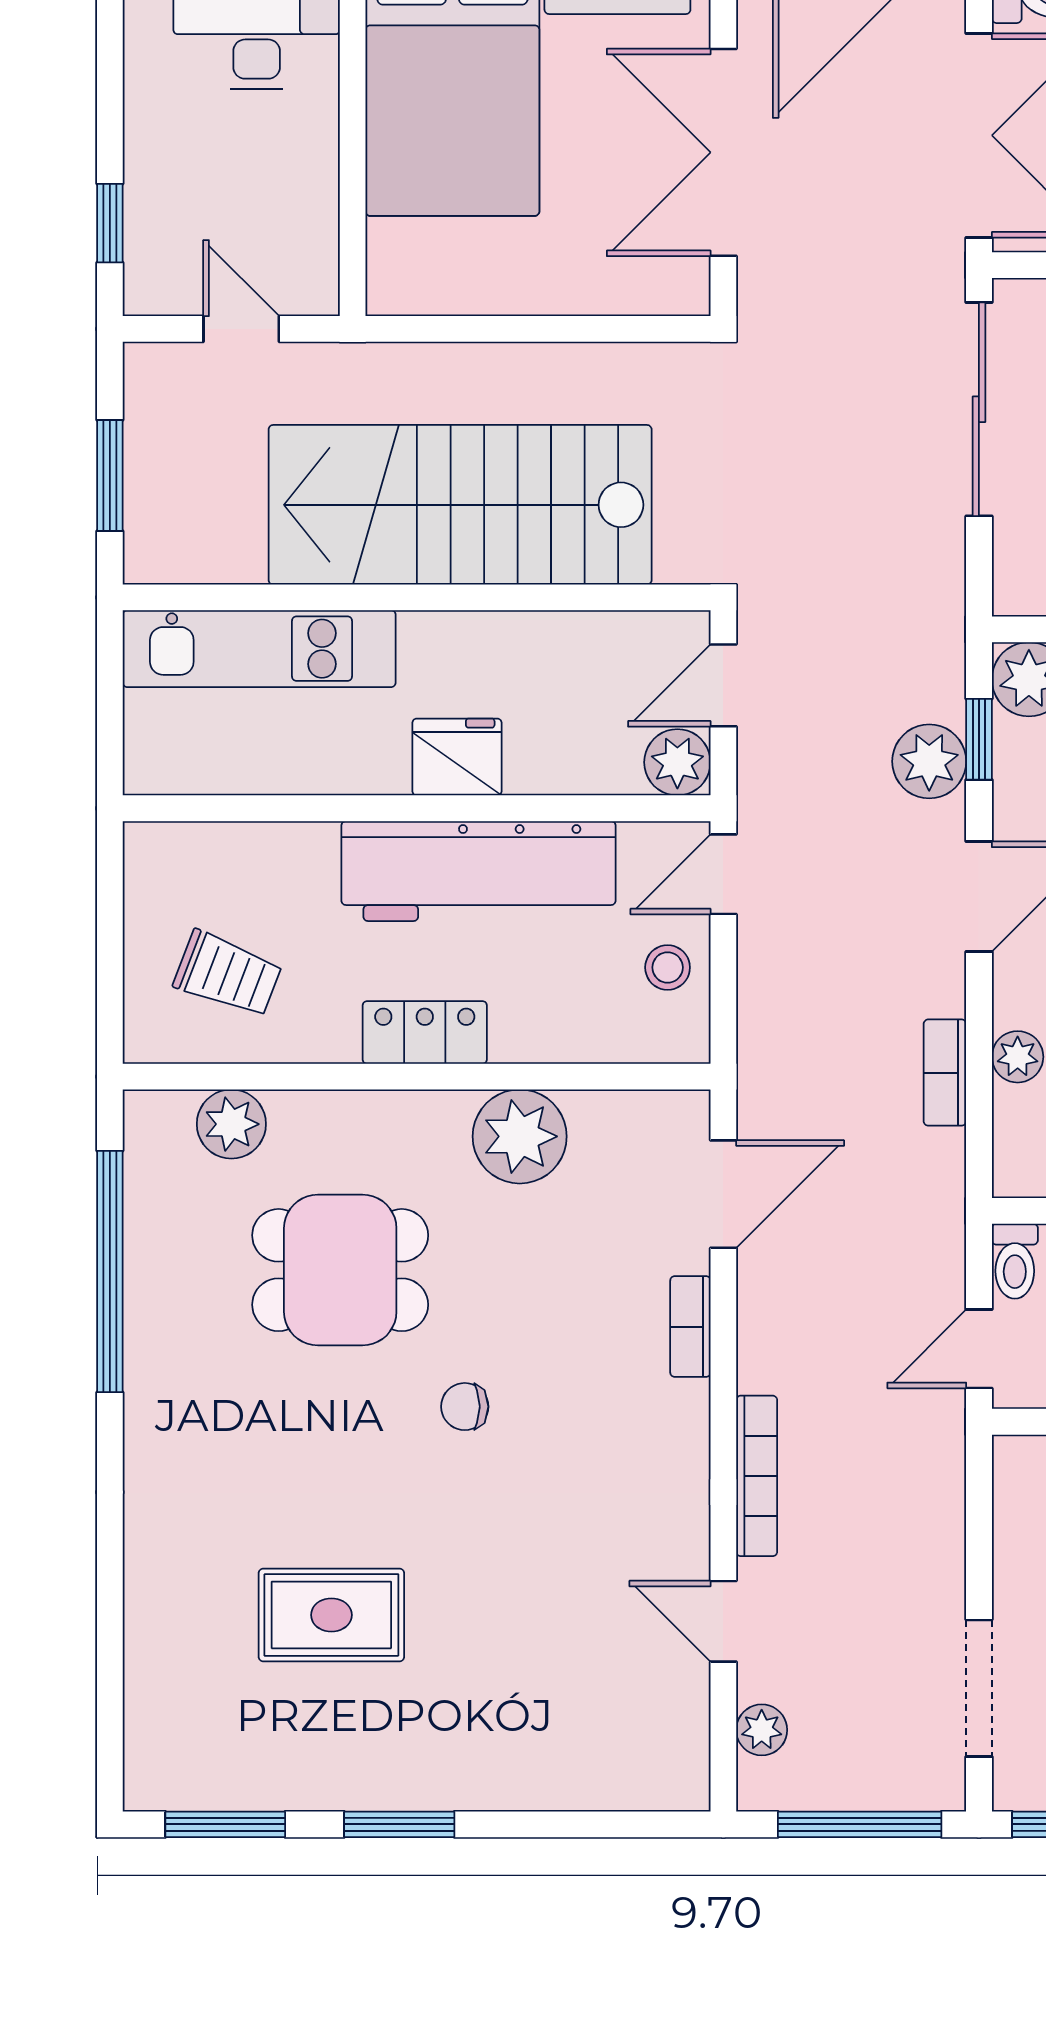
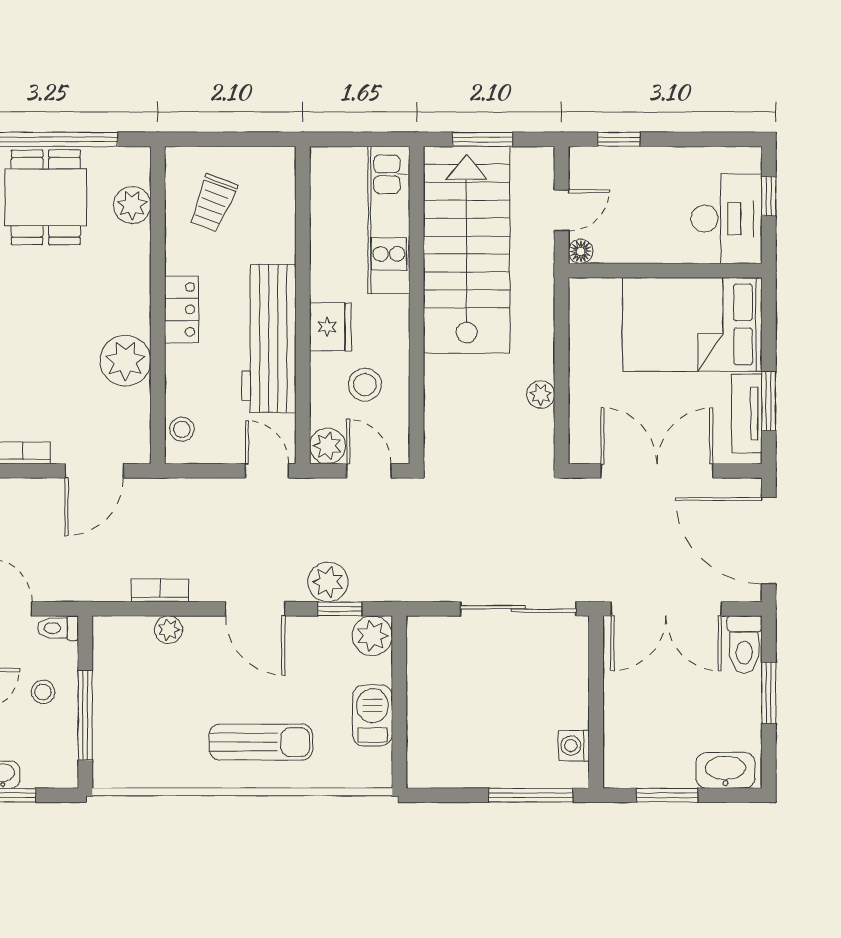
floor lamp: (317, 293) -> (581, 251), added
plant: (582, 368) -> (541, 394), added
stairs: (460, 505) -> (467, 250), moved
stool: (564, 693) -> (365, 385), added
stool: (668, 967) -> (182, 429), moved
door: (723, 1194) -> (94, 471), hinge flipped
dining table: (340, 1270) -> (46, 197), moved

